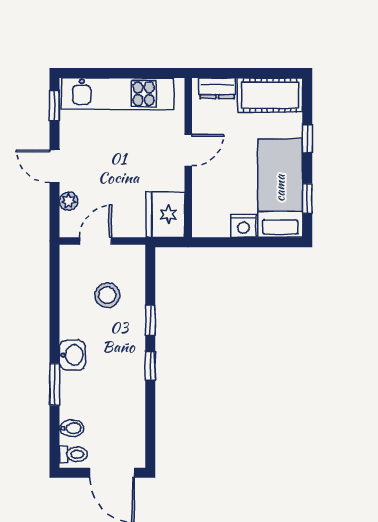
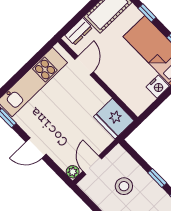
door: (188, 150) -> (84, 66), moved
plant: (69, 201) -> (73, 172), moved

